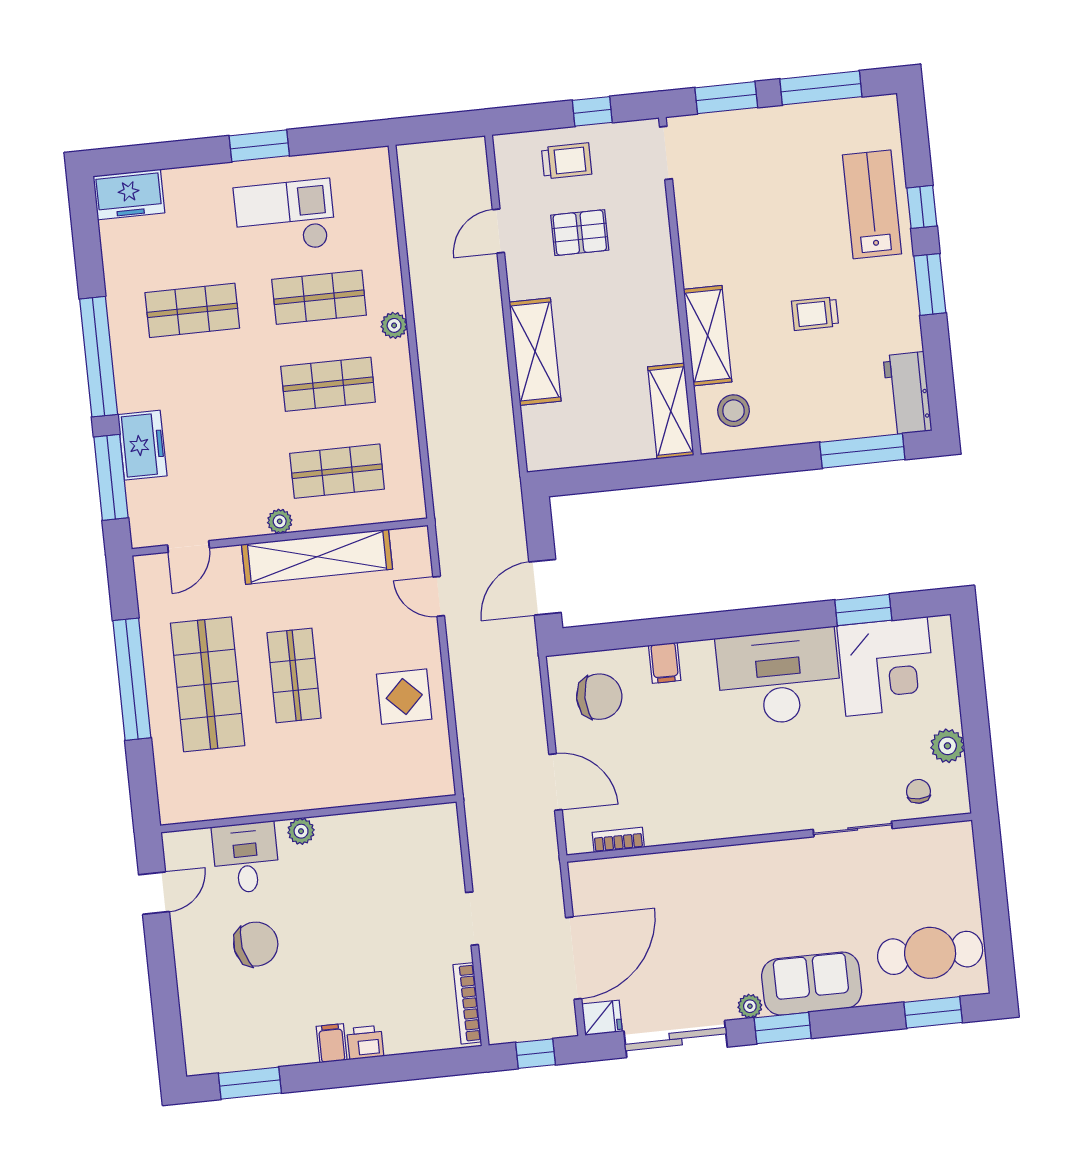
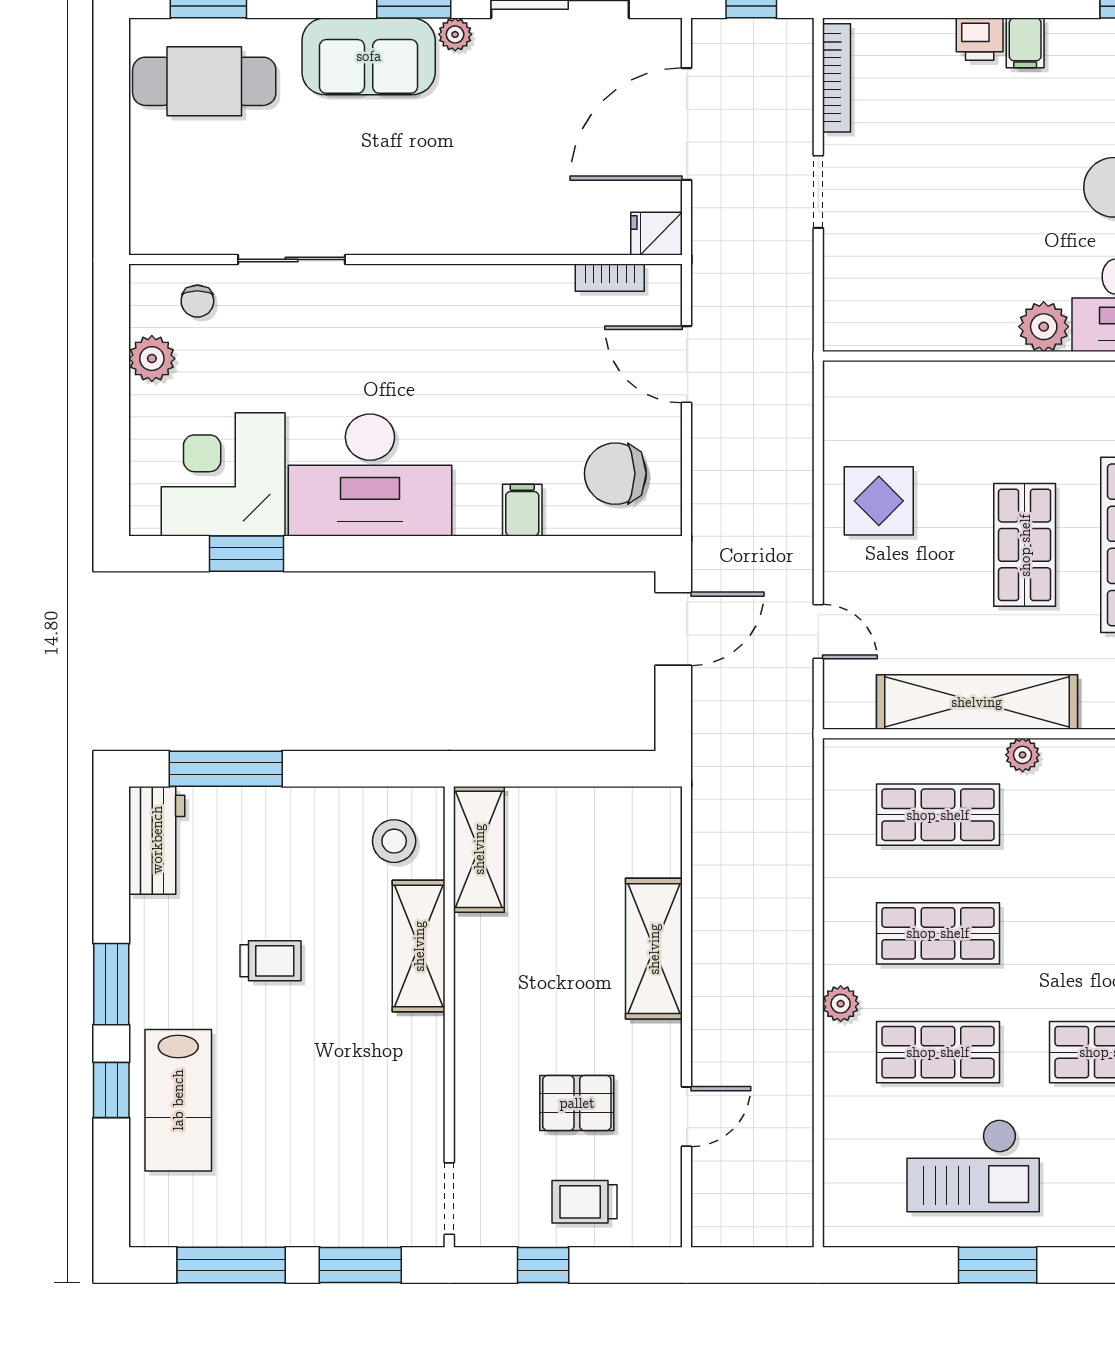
plant: (301, 831) -> (1044, 327), width x1.38, depth x1.38
fridge: (602, 1018) -> (656, 234), moved

